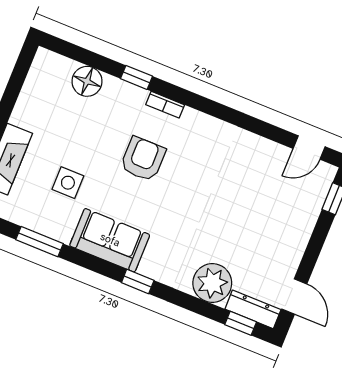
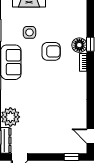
floor lamp: (87, 81) -> (79, 45), moved
armchair: (143, 159) -> (51, 51), moved

